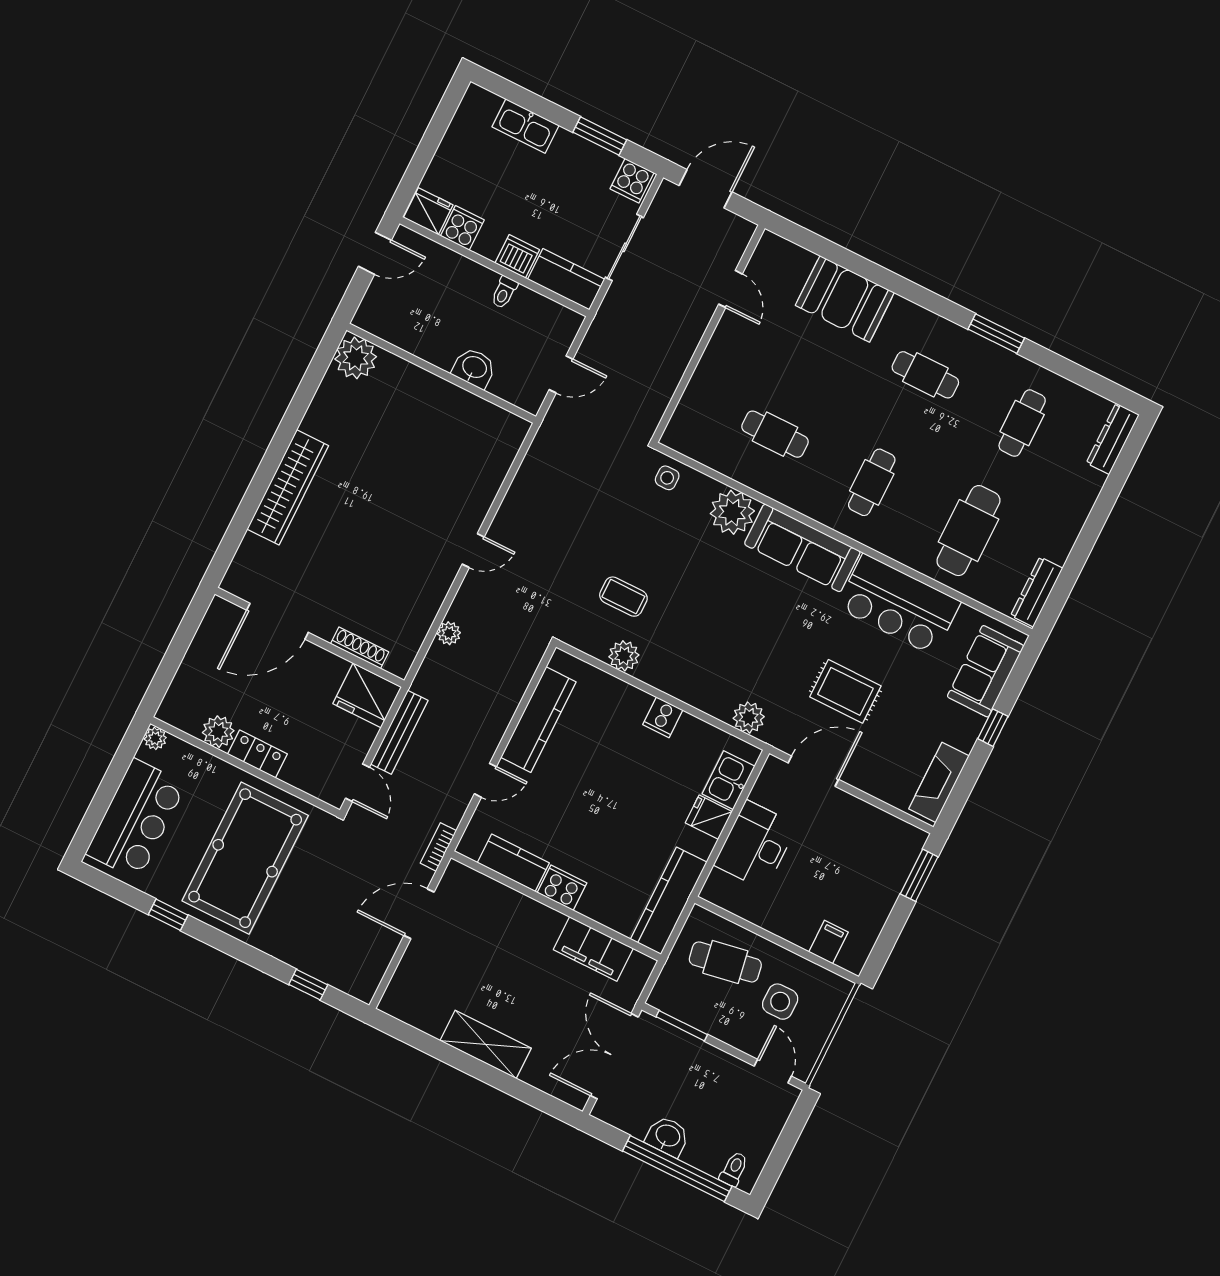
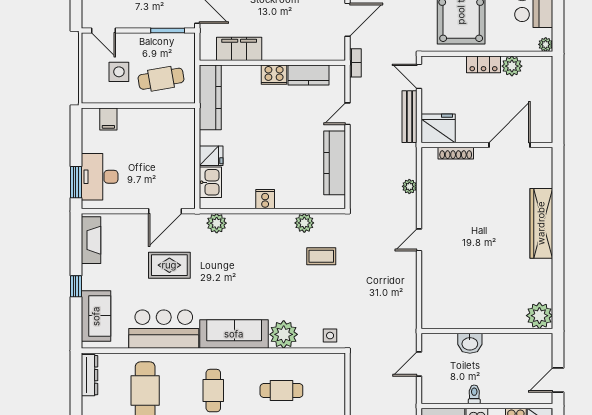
desk: (756, 845) -> (100, 177), moved, turned 180

